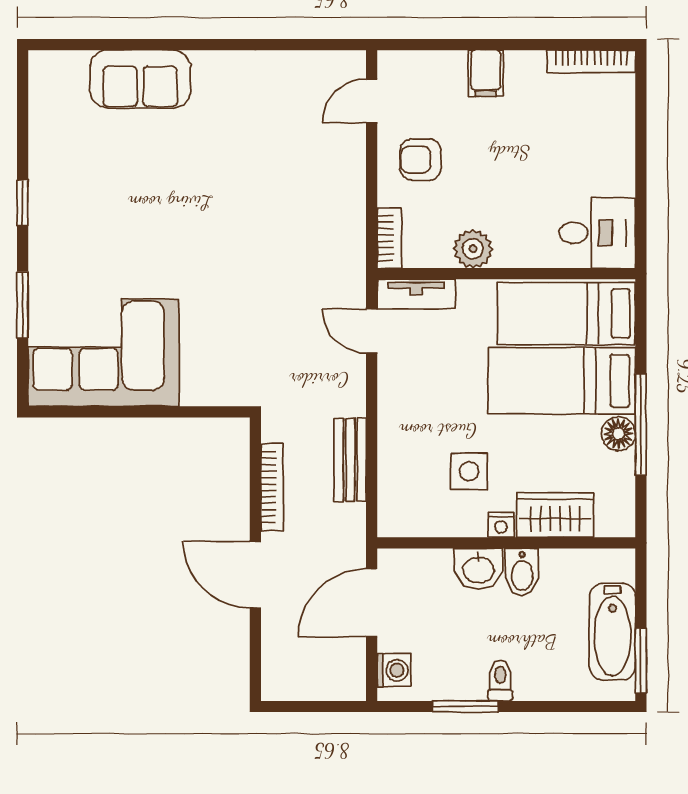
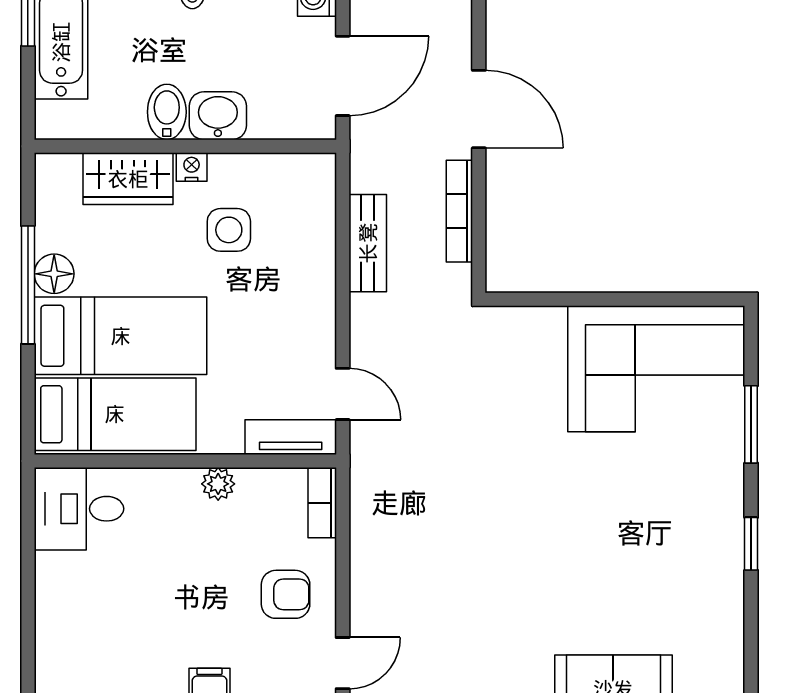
plant: (473, 249) -> (218, 484), width x0.73, depth x0.73

